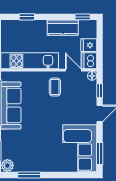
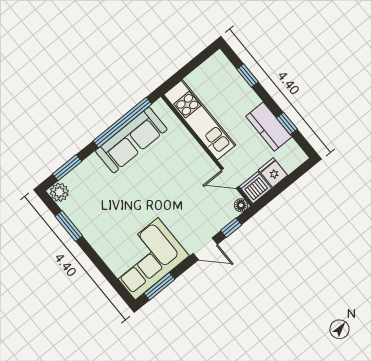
window: (83, 17) -> (287, 124), moved
door: (73, 70) -> (230, 178), swing flipped
coffee table: (55, 87) -> (193, 173), removed

